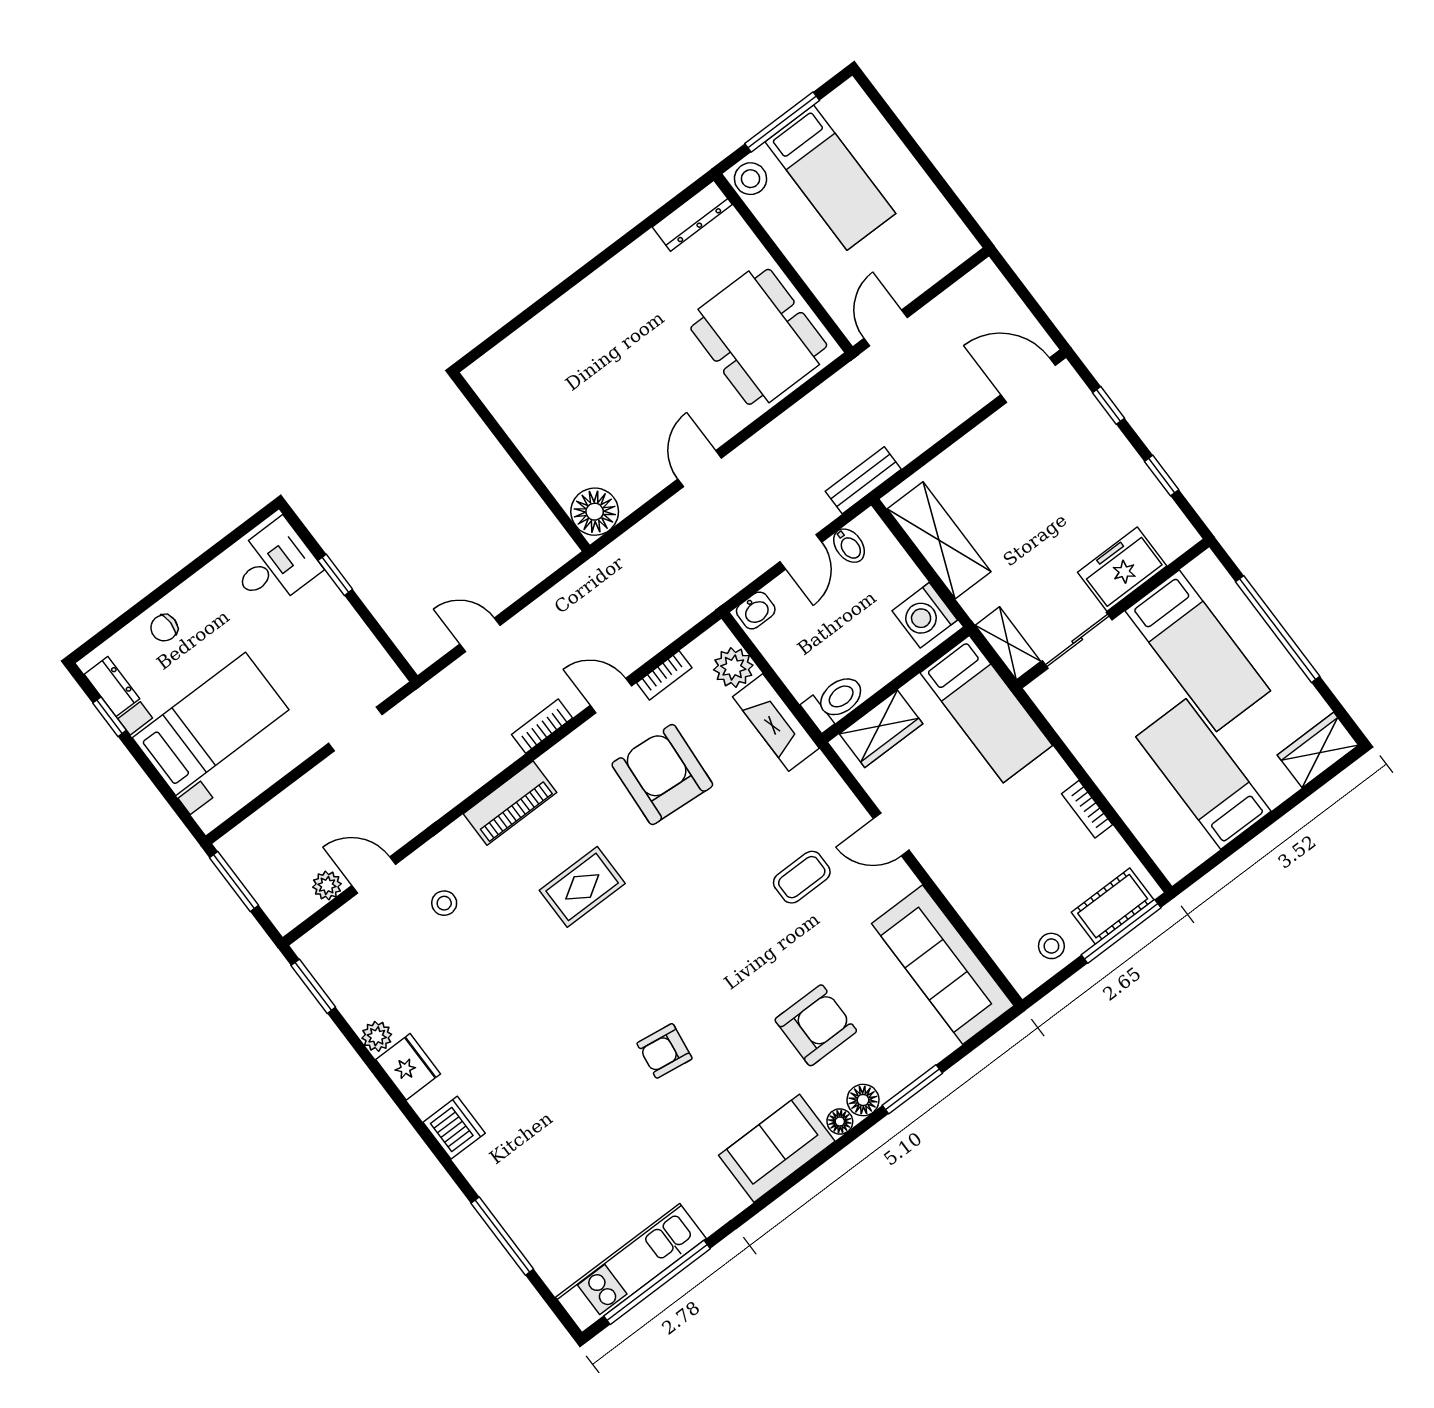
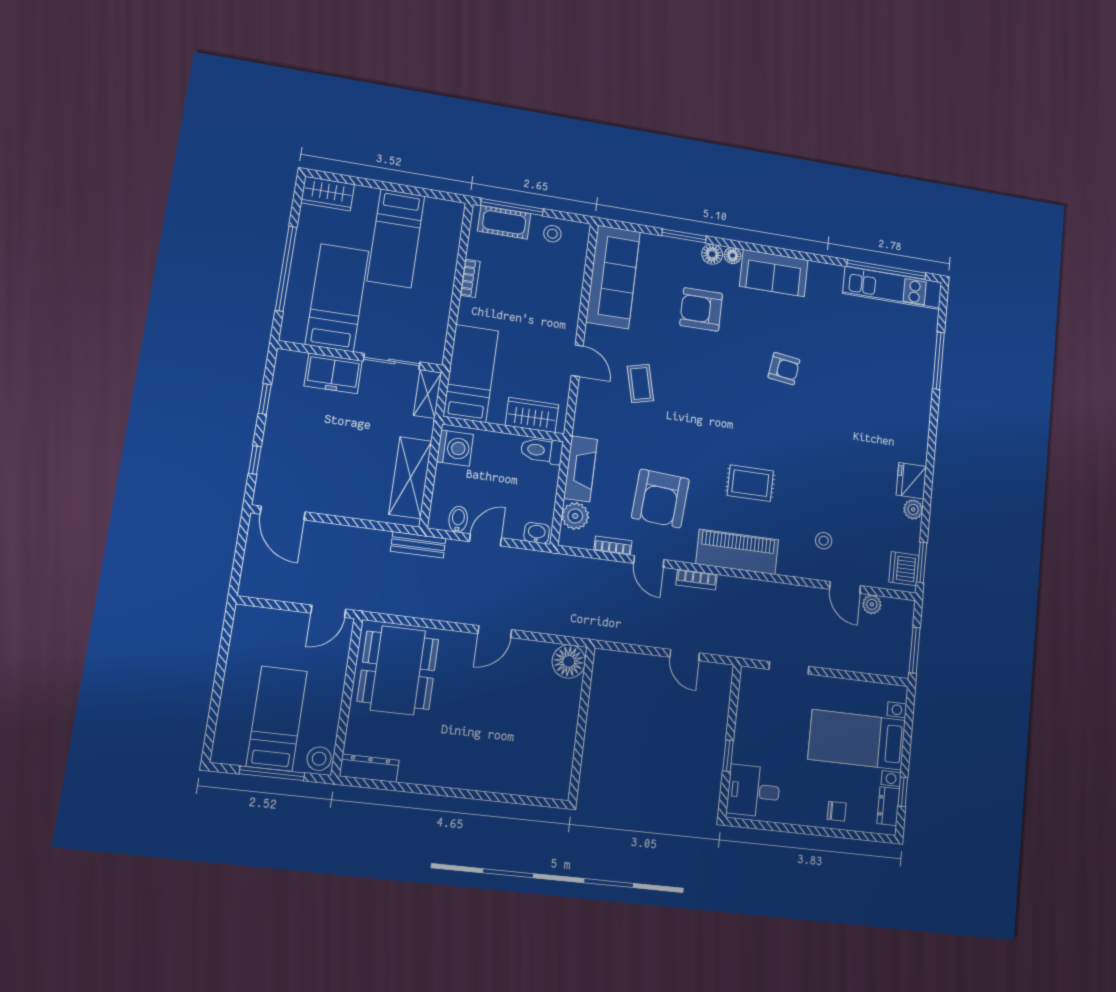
piano: (510, 803) -> (737, 552), width x1.37, depth x1.33
coffee table: (802, 877) -> (640, 383), turned 76
dishwasher: (454, 1128) -> (904, 569), moved

